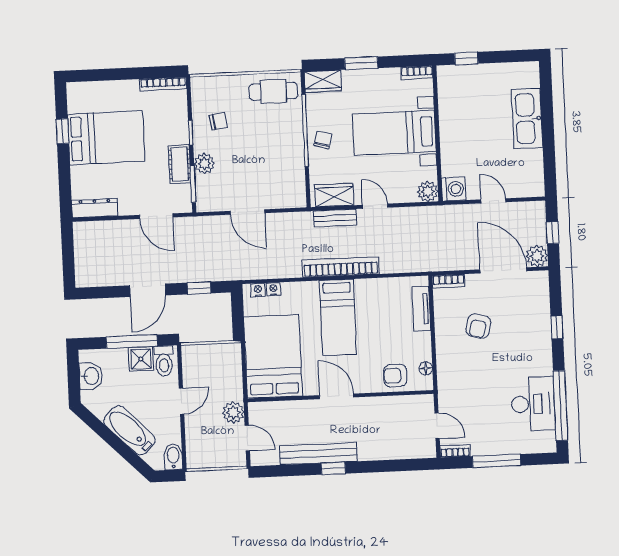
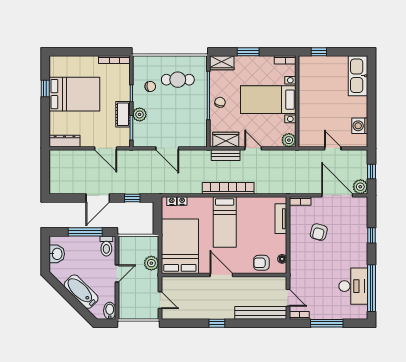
cafe table: (273, 91) -> (178, 80), moved
kitchen sink: (527, 118) -> (358, 76), moved
washing machine: (454, 189) -> (360, 126), moved, turned 180
shower: (141, 359) -> (91, 244), removed
plant: (233, 412) -> (151, 263), moved
bench: (318, 454) -> (261, 313), moved

